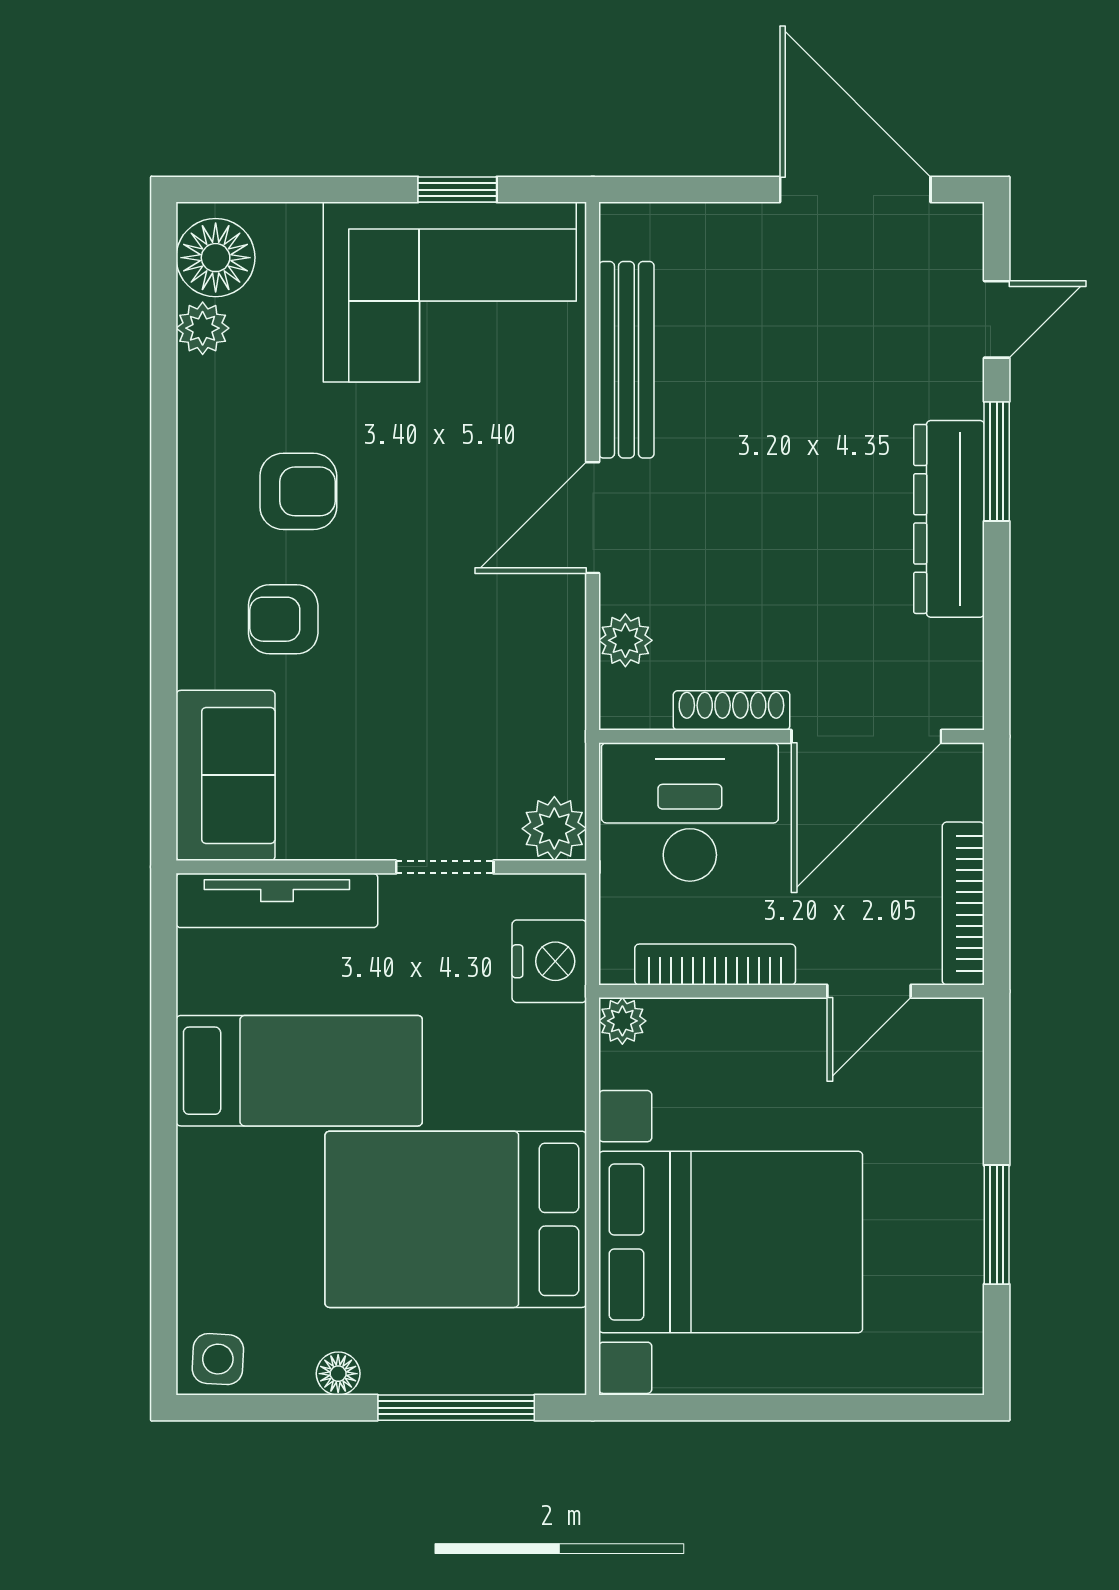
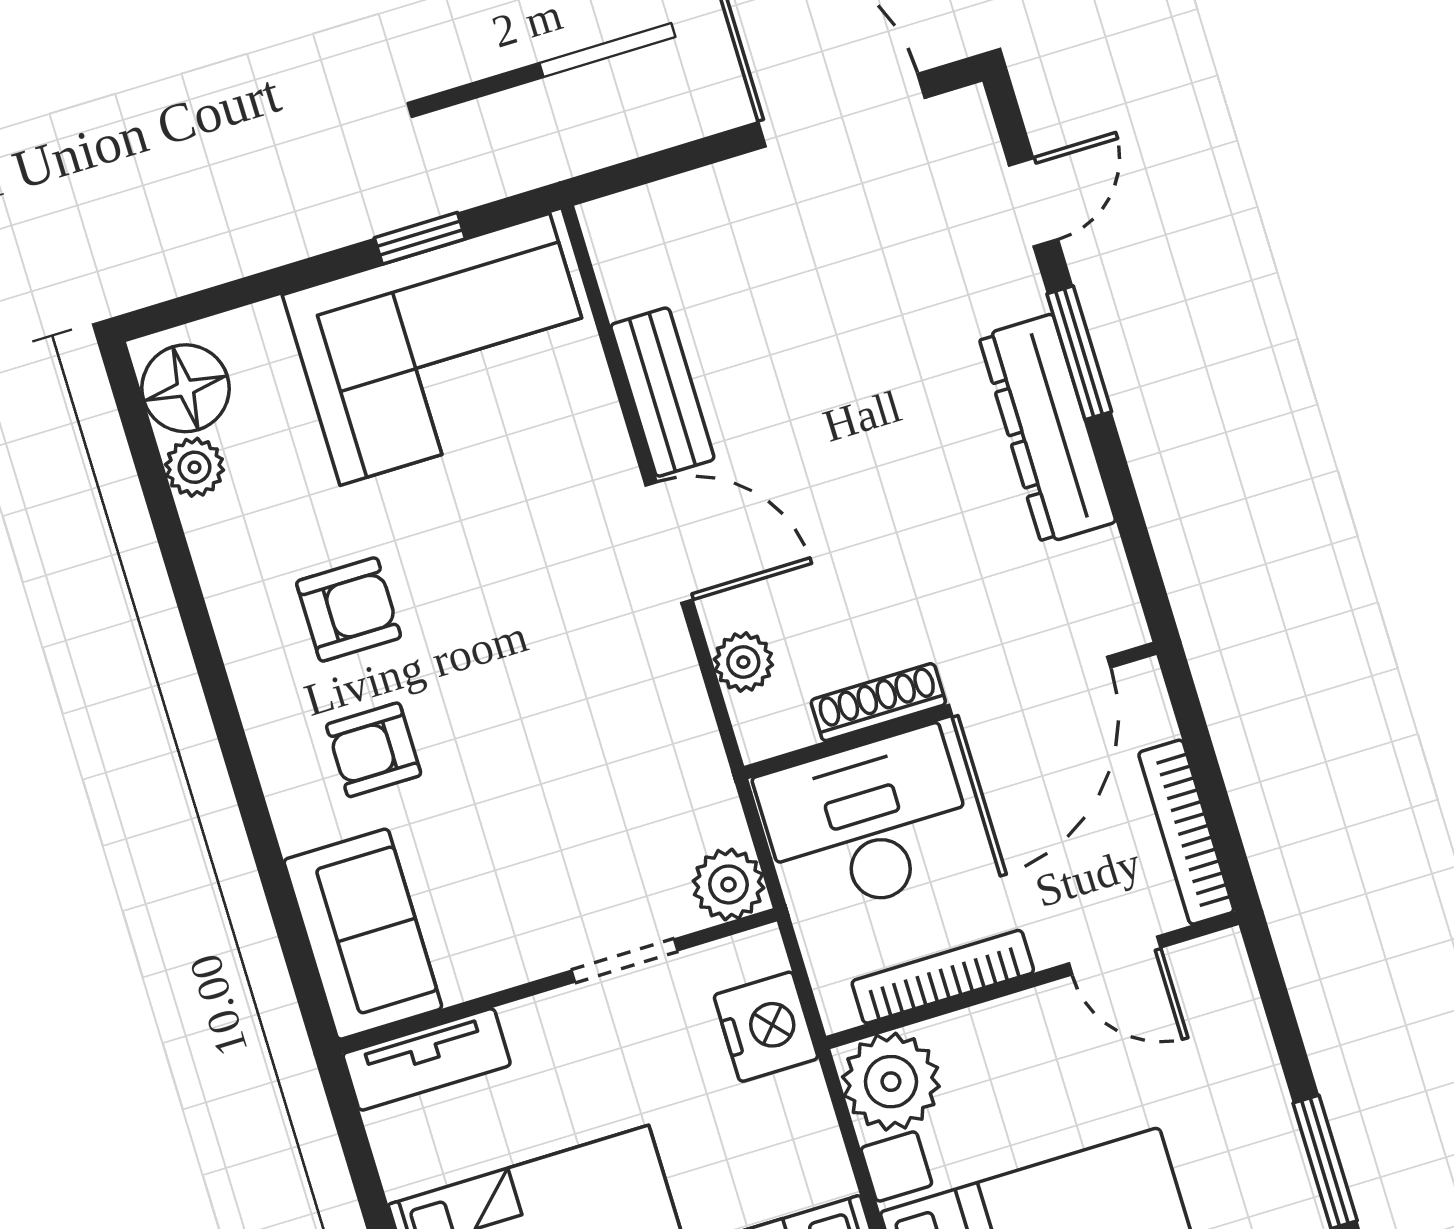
bench: (626, 360) -> (662, 392), width x0.73
door: (593, 518) -> (669, 542), swing flipped
tv unit: (277, 900) -> (427, 1059), width x0.71
door: (869, 991) -> (1115, 956), hinge flipped
plant: (622, 1021) -> (891, 1082), width x1.87, depth x1.87

